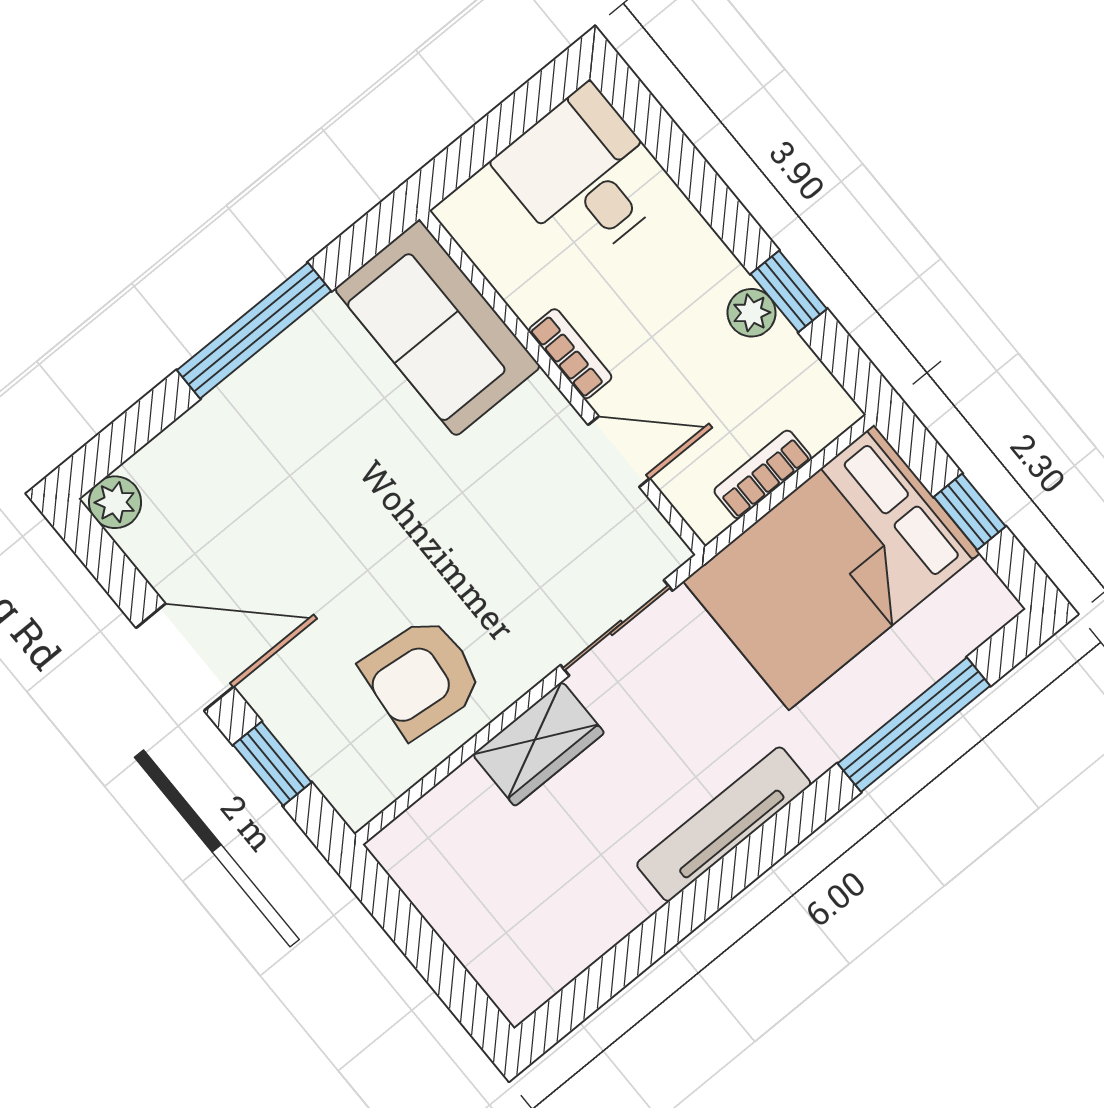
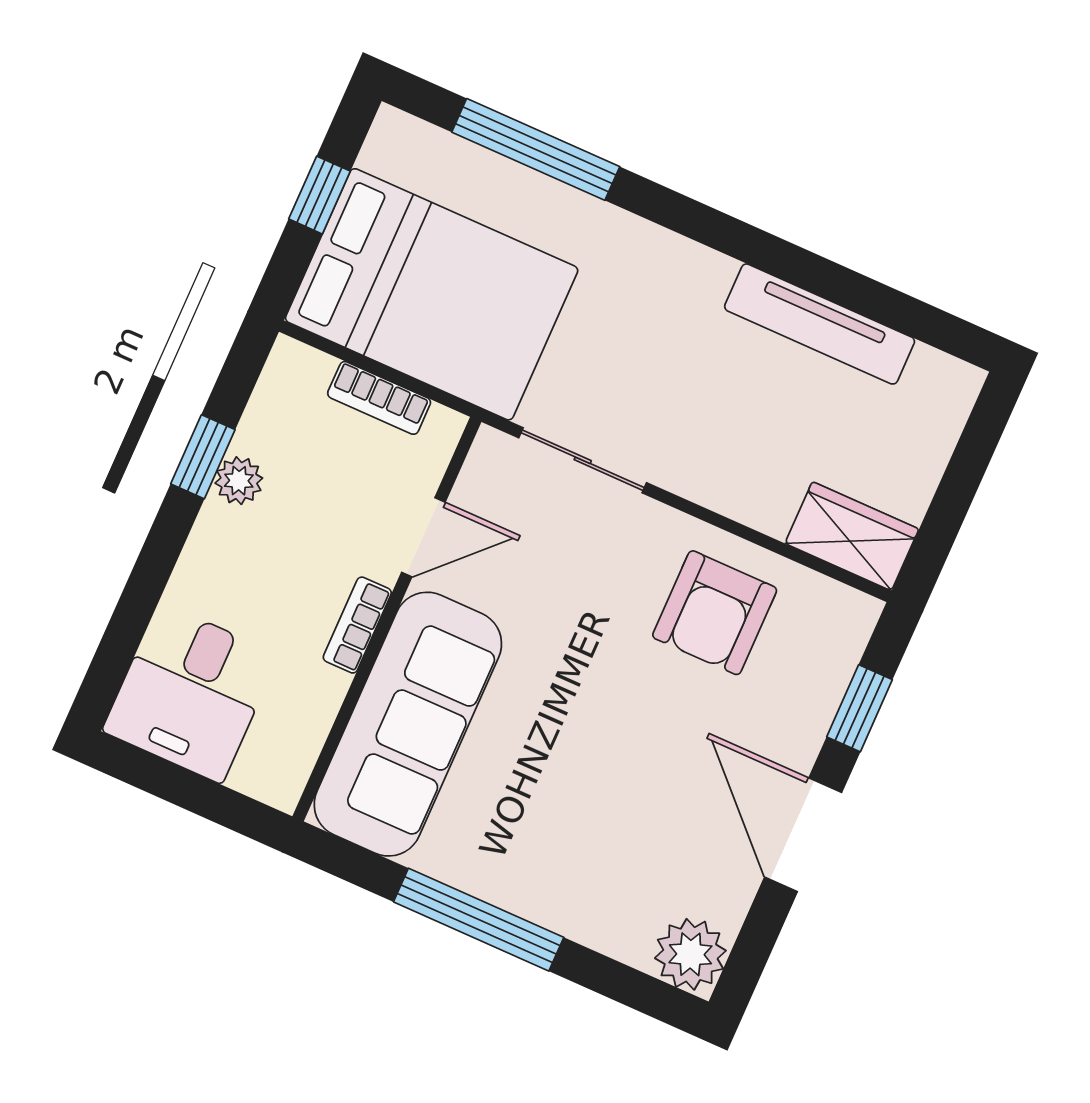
sofa: (438, 328) -> (408, 724), width x1.36
door: (619, 452) -> (423, 537), swing flipped
plant: (115, 502) -> (690, 954), width x1.38, depth x1.38
armchair: (422, 677) -> (715, 613), turned 84
wardrobe: (538, 744) -> (852, 536), moved
tv unit: (724, 824) -> (820, 324), moved

